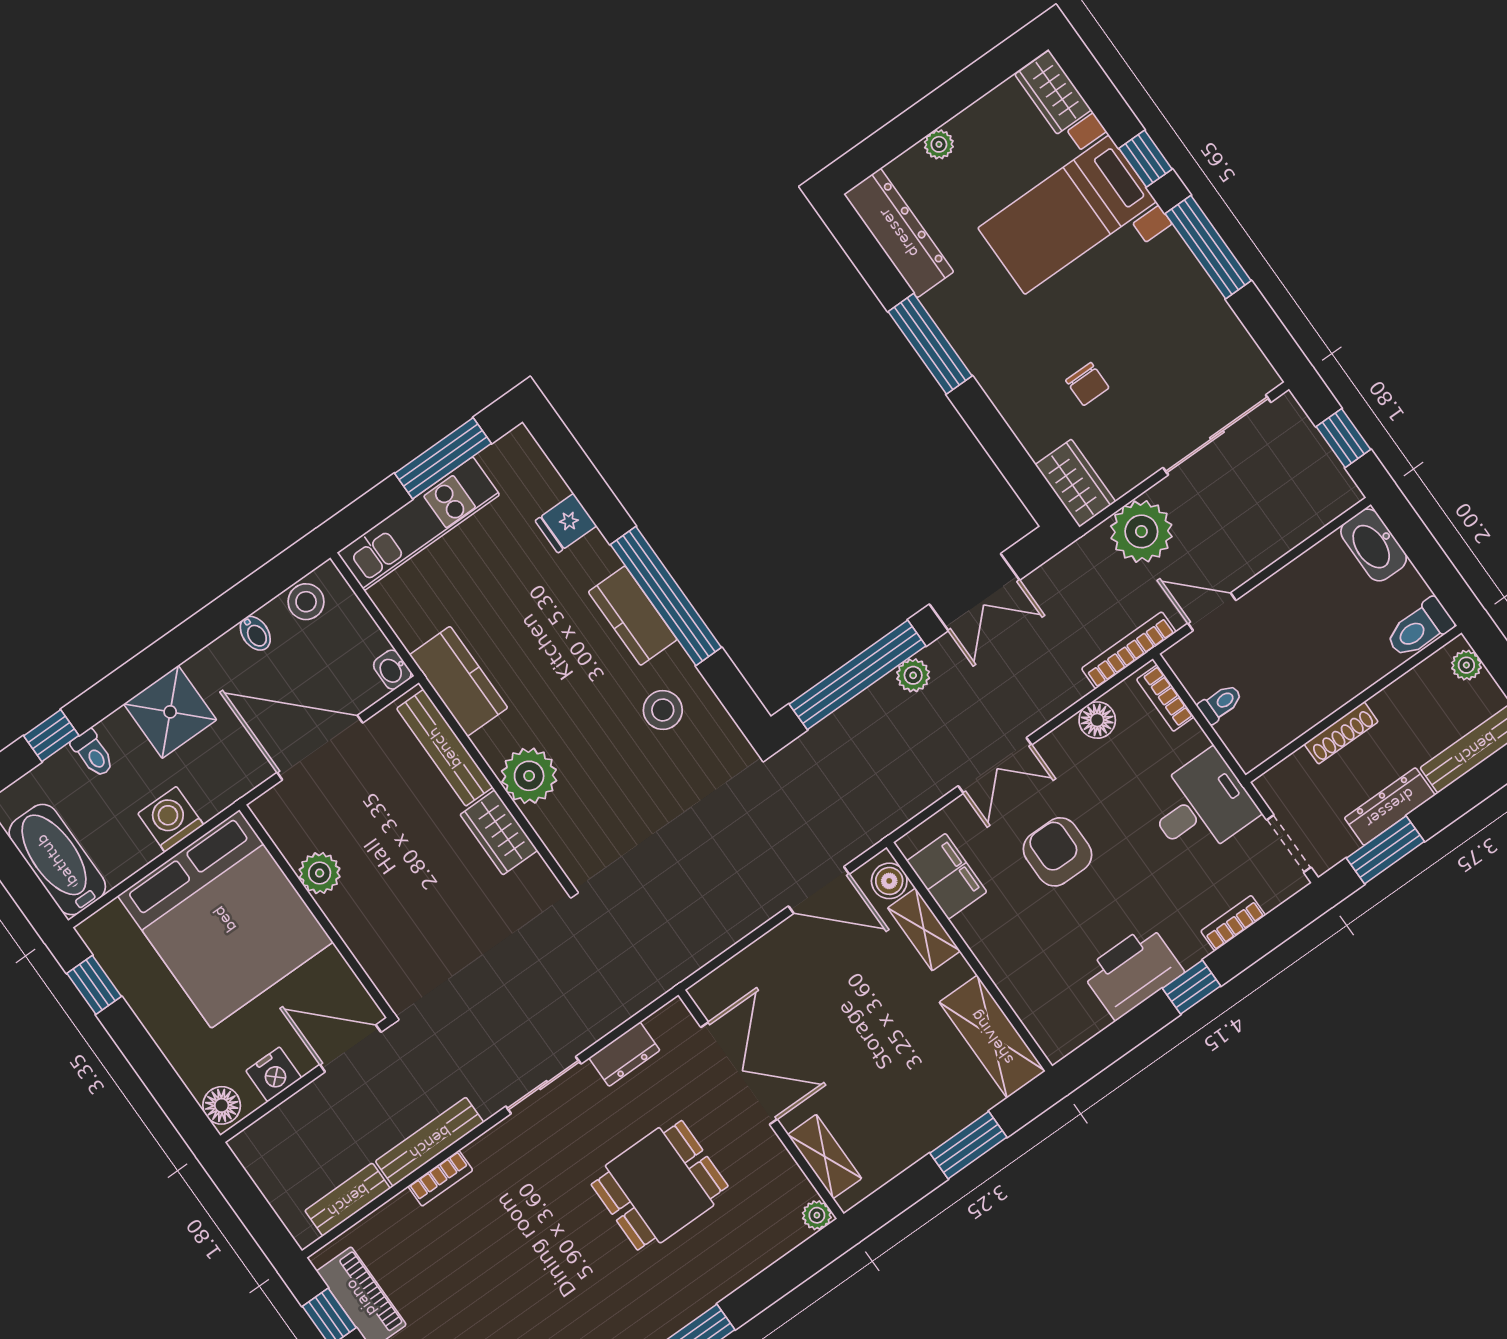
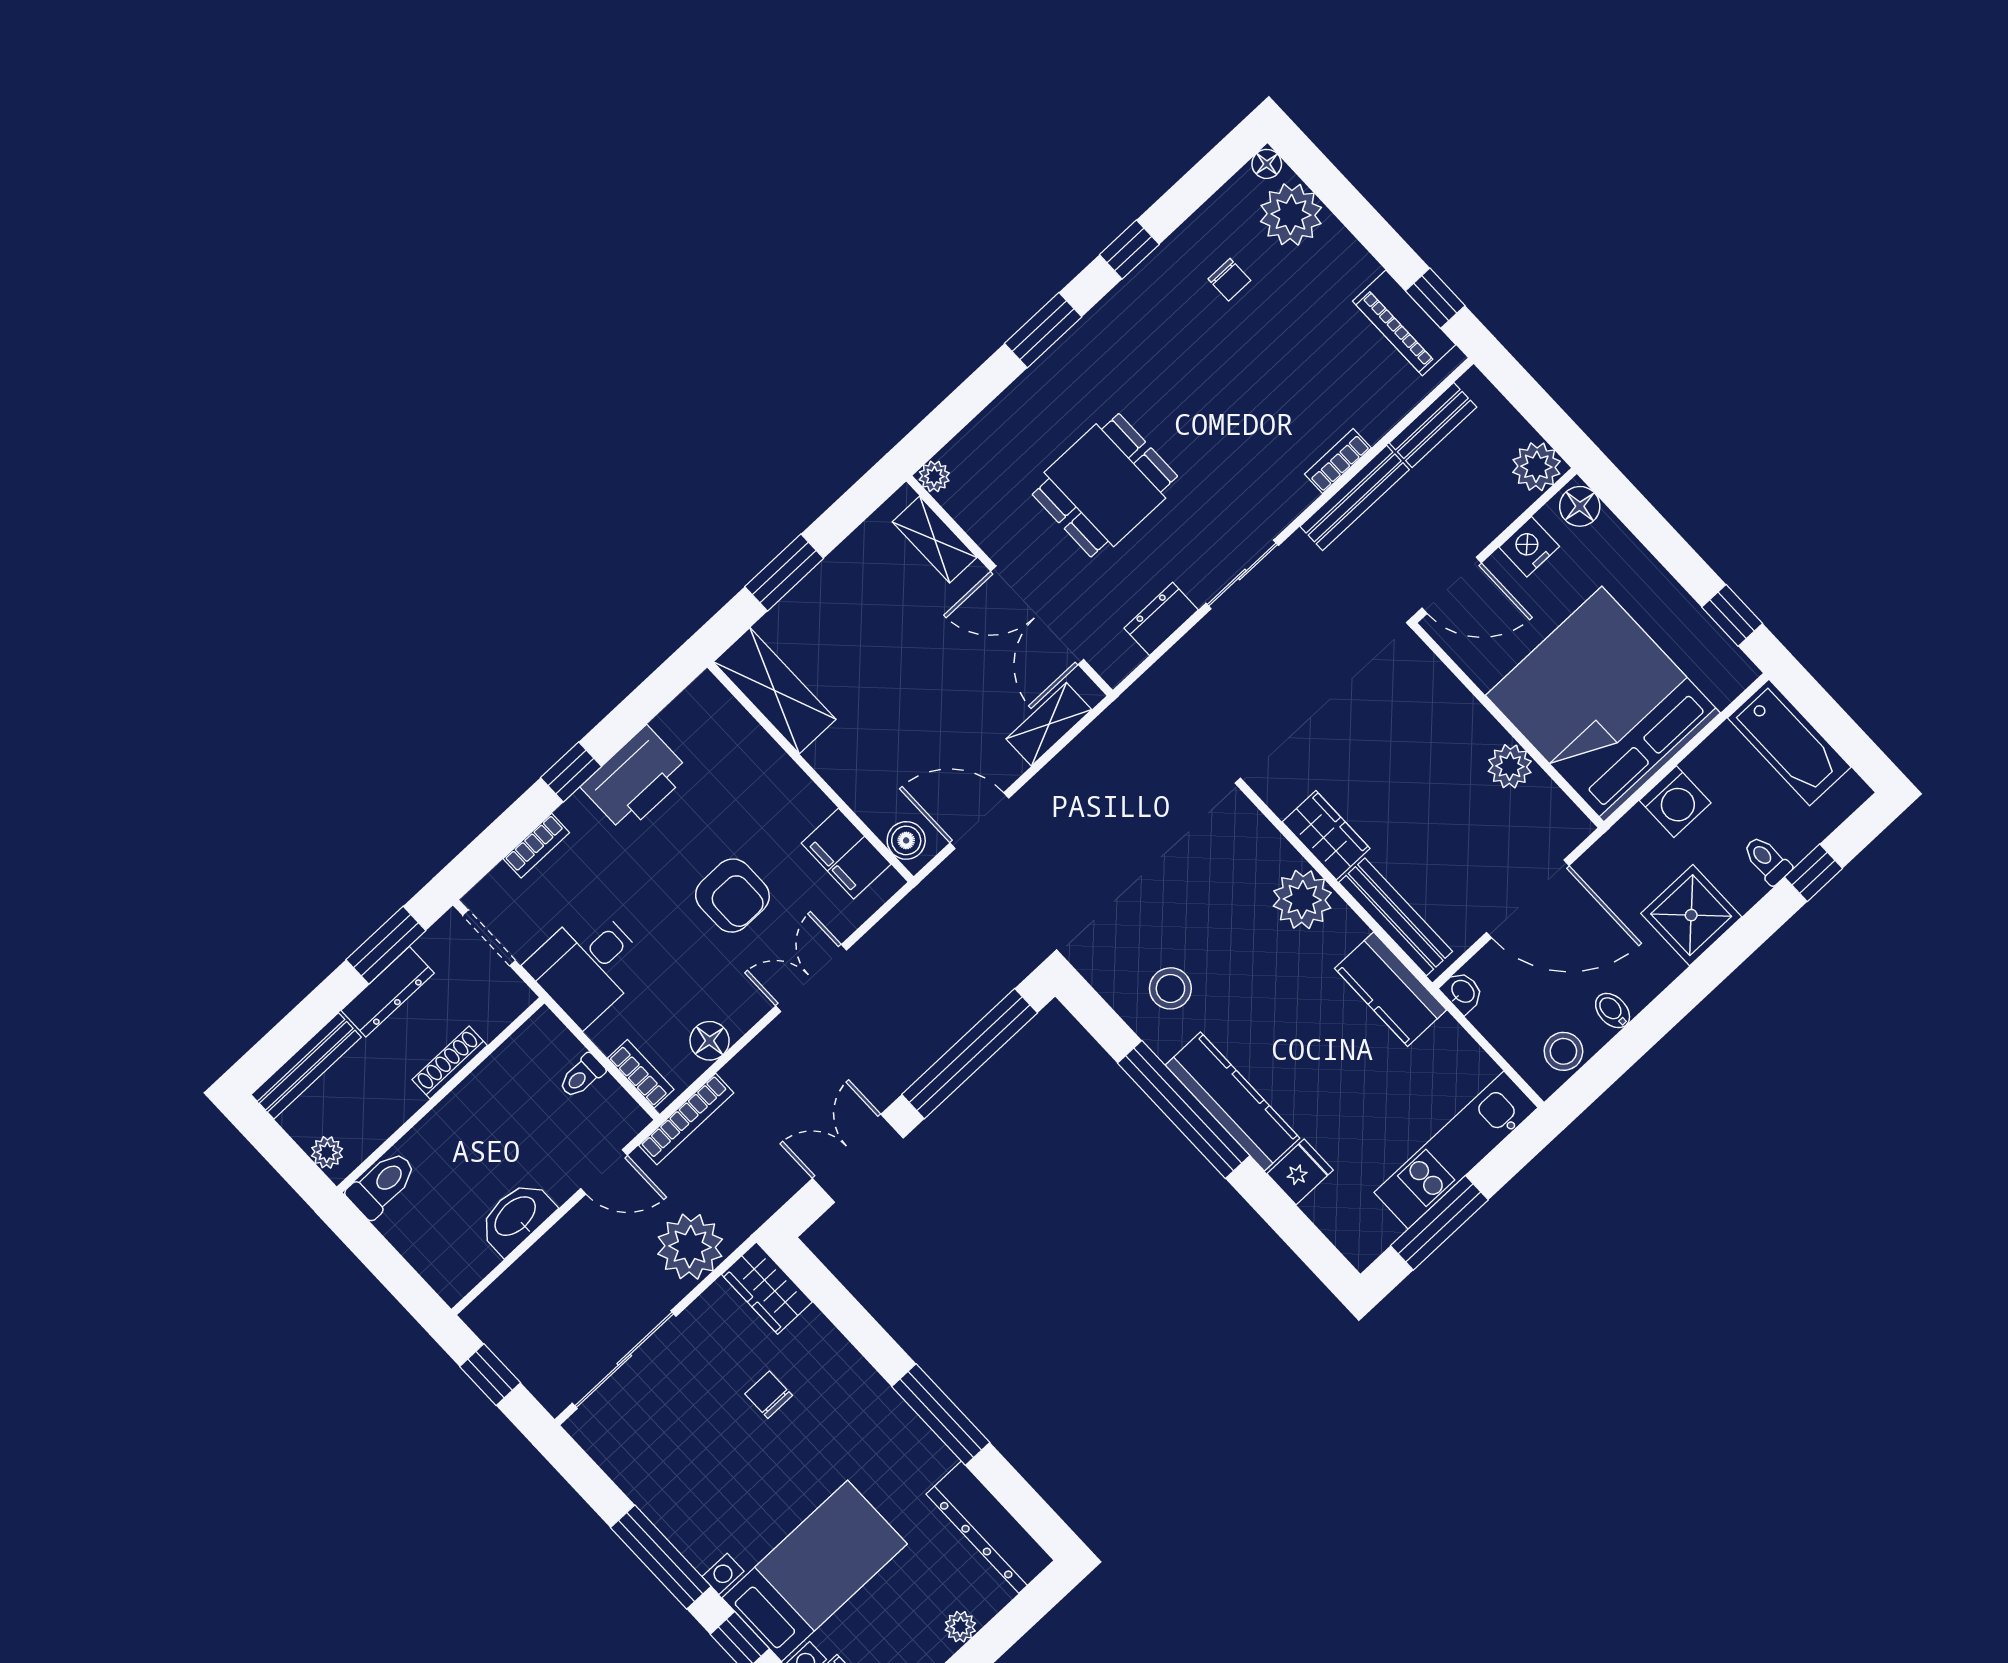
washbasin: (1374, 545) -> (516, 1217), moved, turned -90
kitchen counter: (633, 616) -> (1232, 1102), width x1.50
plant: (913, 675) -> (1536, 467), moved, width x1.38, depth x1.38
shelving: (924, 929) -> (1049, 724), moved, turned 90

